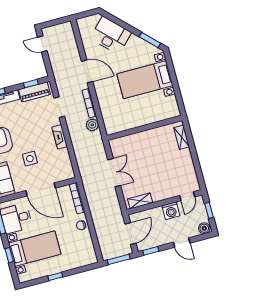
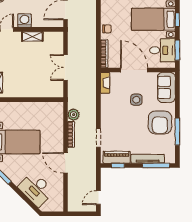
door: (42, 44) -> (98, 198), swing flipped
fireplace: (60, 137) -> (105, 83), moved
shelving: (140, 201) -> (32, 36), moved

